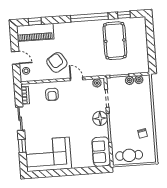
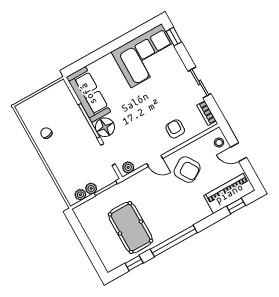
window: (22, 146) -> (174, 37), moved
sofa: (101, 152) -> (88, 94), width x1.36
cafe table: (129, 155) -> (50, 100), removed

